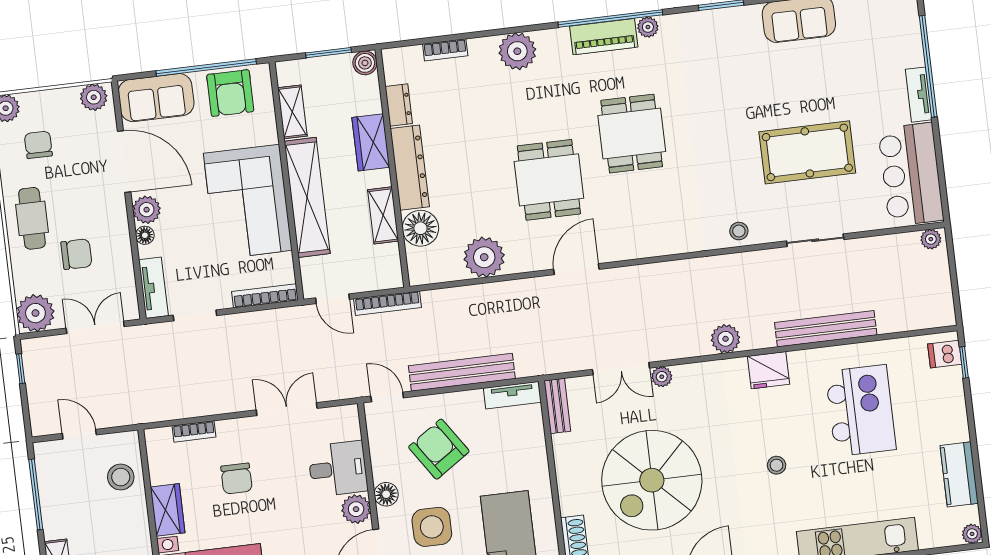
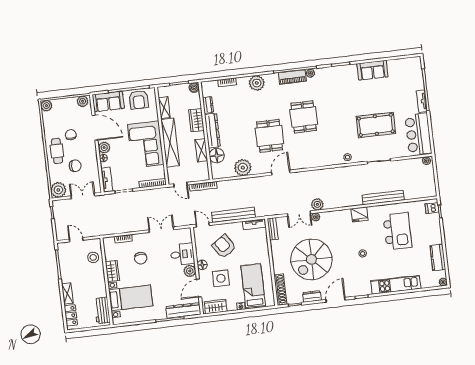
chair: (38, 145) -> (71, 135), moved
plant: (726, 339) -> (317, 204), moved

